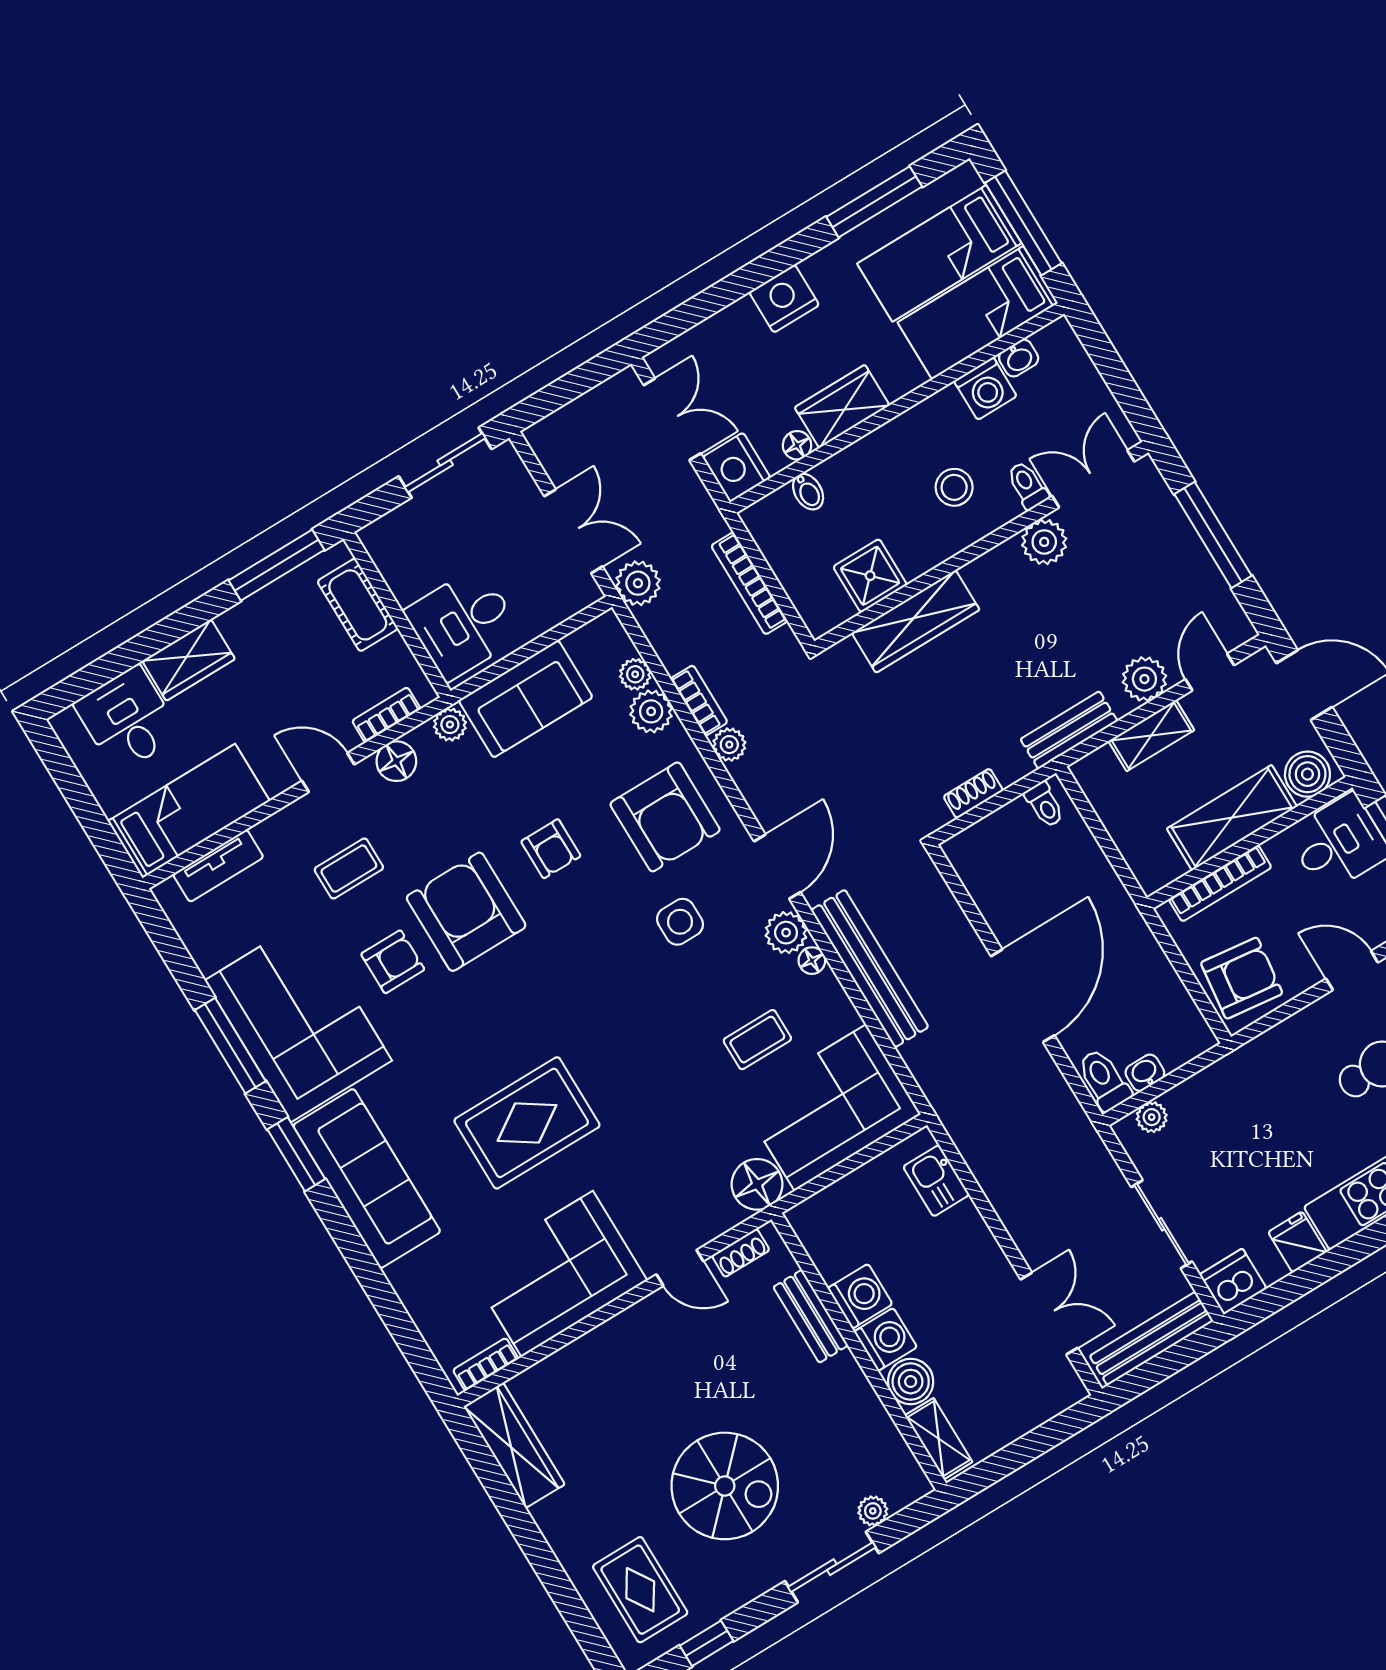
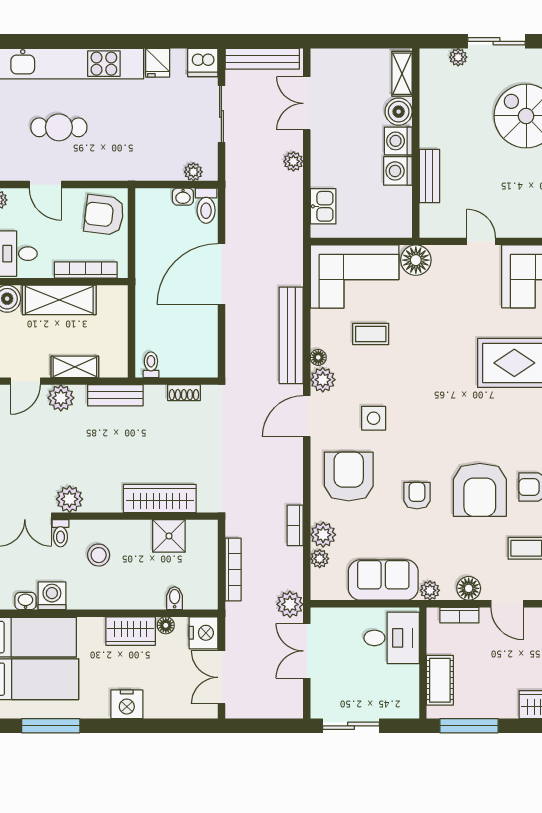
plant: (729, 745) -> (293, 161), moved
shoe rack: (741, 1253) -> (445, 230), removed

